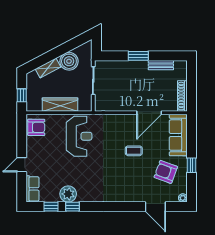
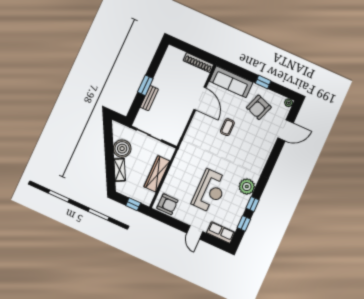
bench: (161, 65) -> (149, 98), moved
armchair: (36, 127) -> (167, 204), turned 90
reception desk: (79, 136) -> (210, 191), moved, turned 90
plant: (68, 194) -> (247, 187), moved

